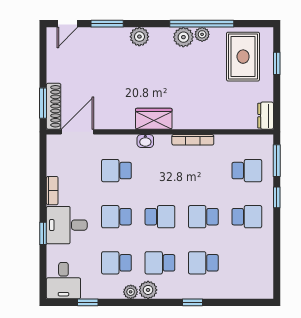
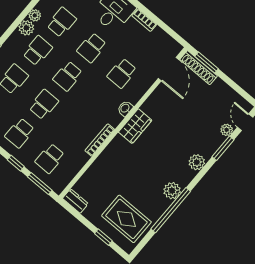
plant: (202, 34) -> (227, 130), moved
school desk: (116, 171) -> (122, 73), turned 180
school desk: (116, 217) -> (92, 48), turned 180

